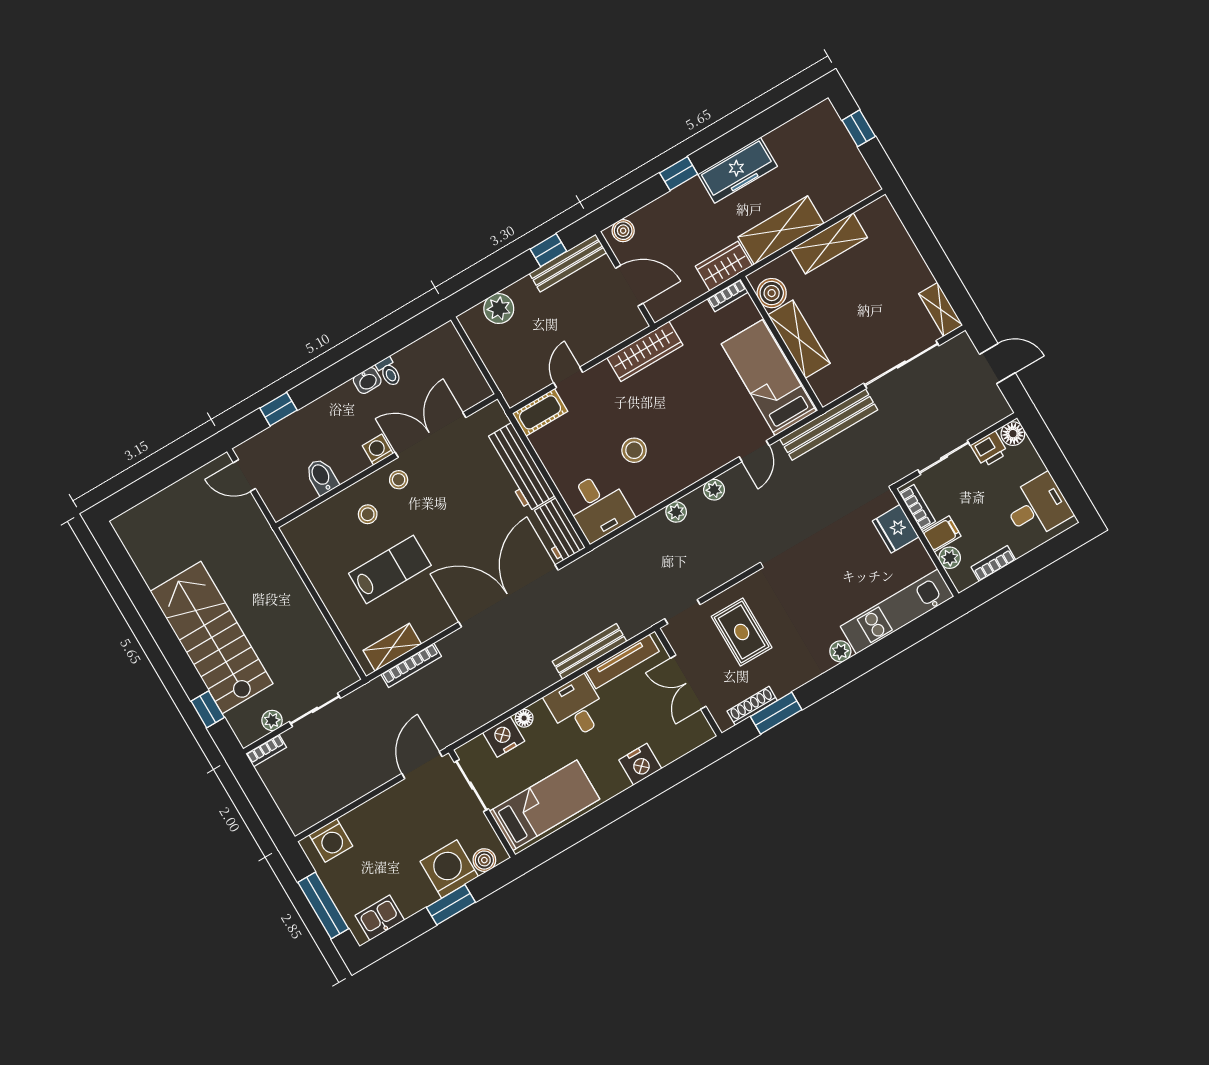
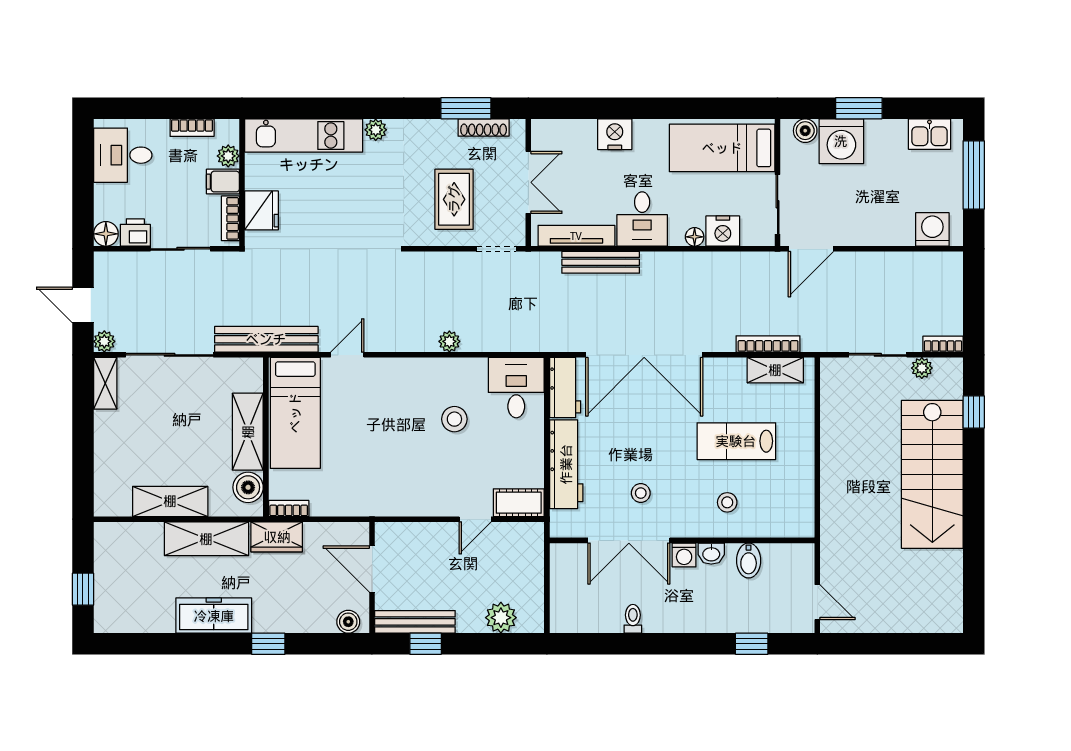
wardrobe: (645, 351) -> (393, 502), removed
washbasin: (367, 380) -> (711, 554), moved, turned 180
stool: (399, 480) -> (641, 493), moved
plant: (714, 490) -> (104, 341), moved

